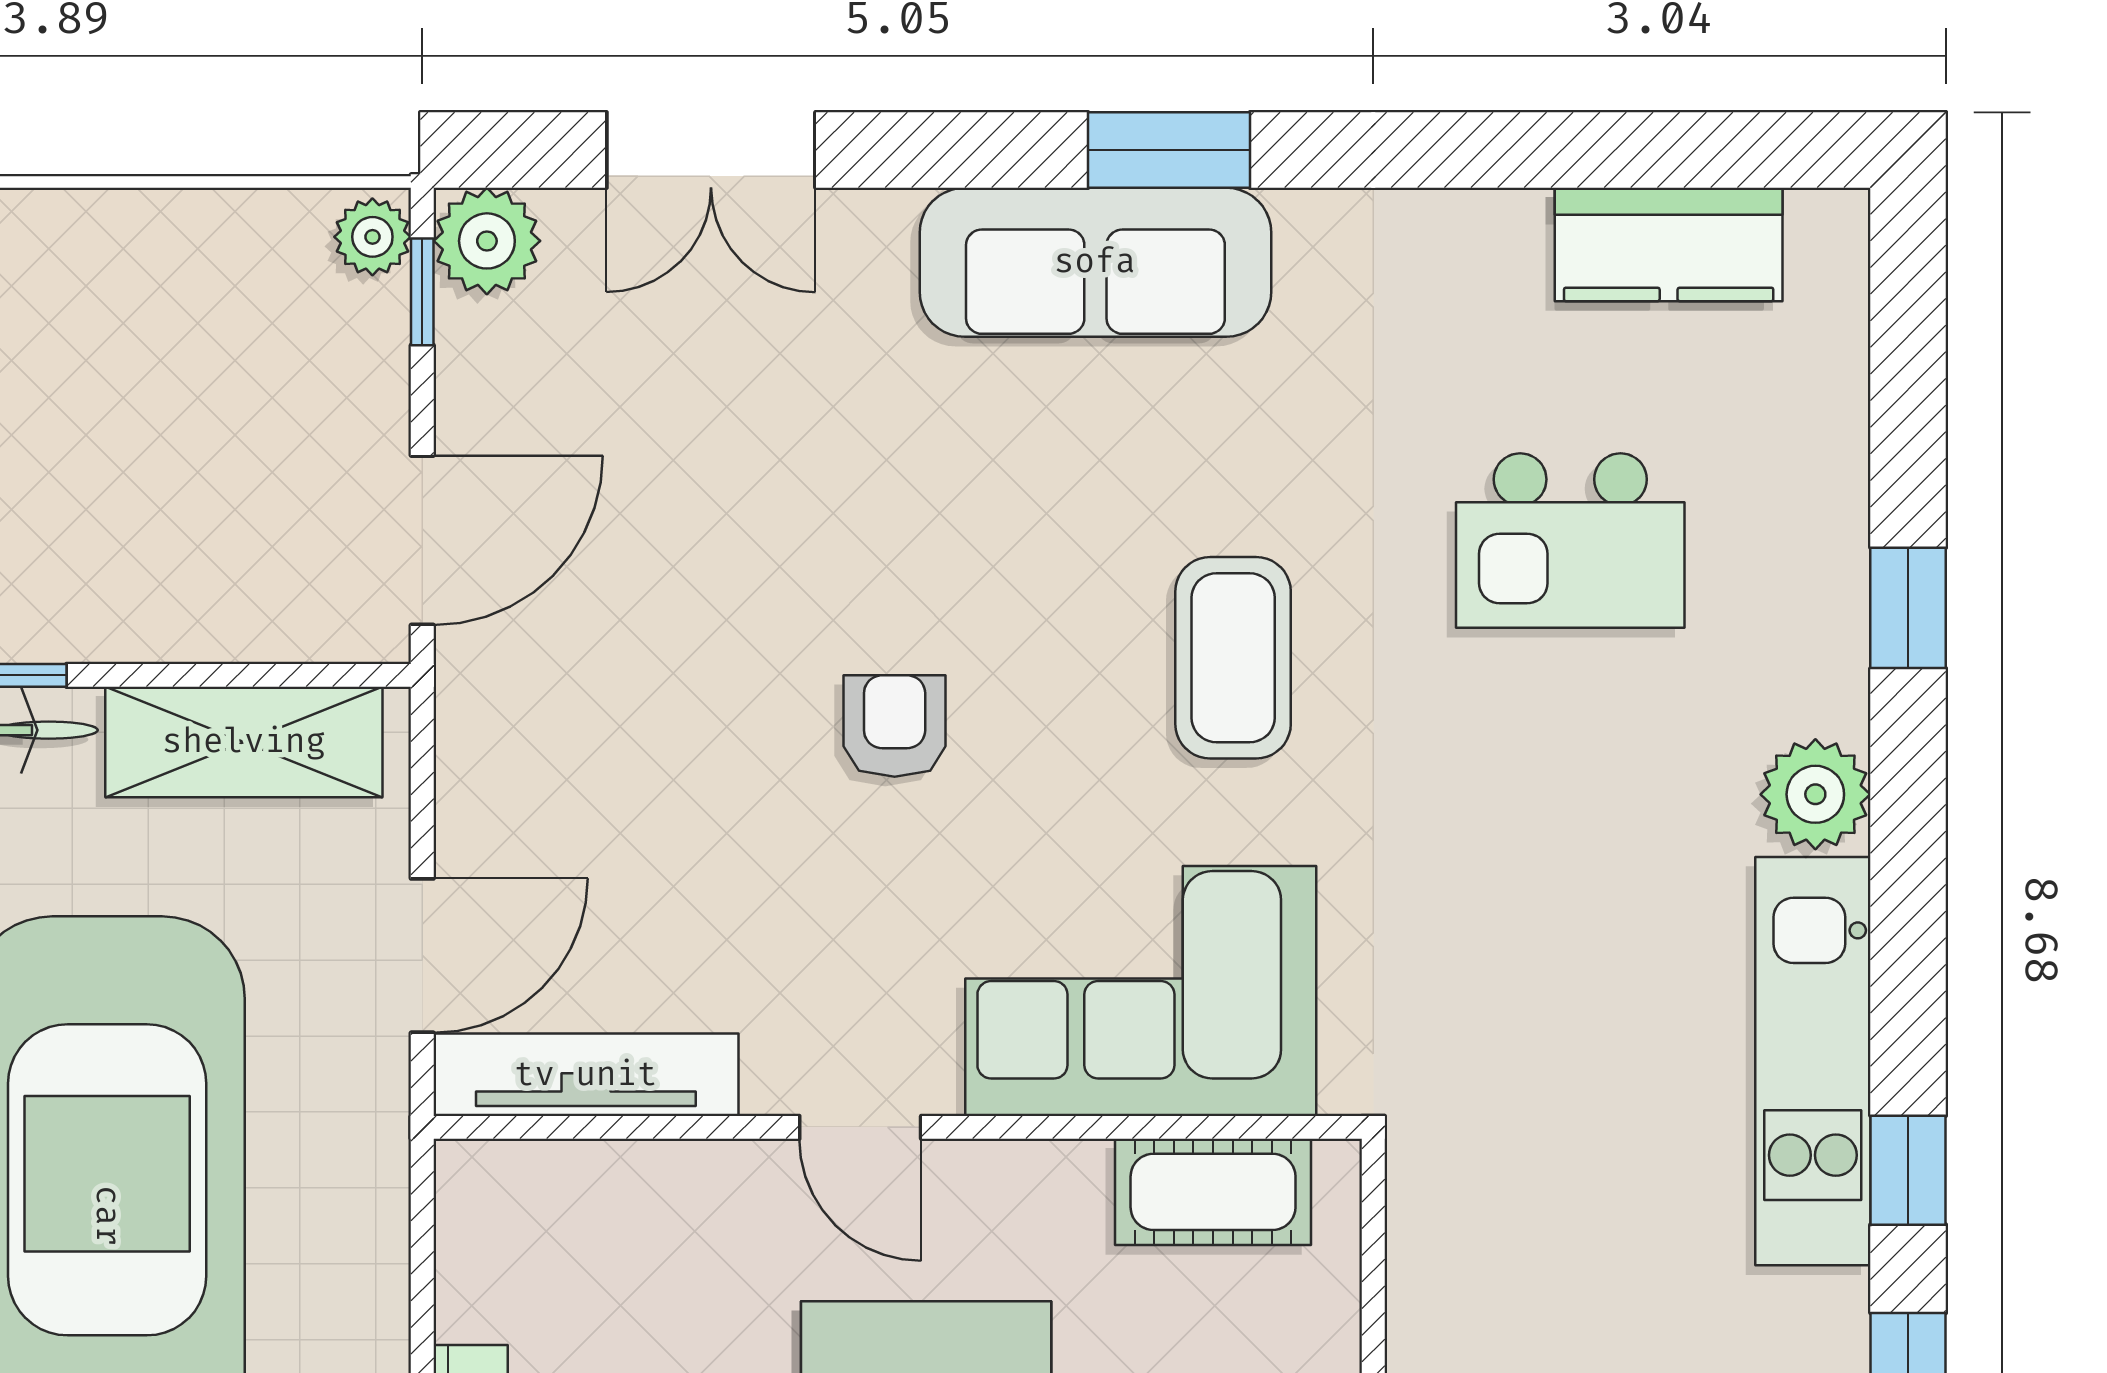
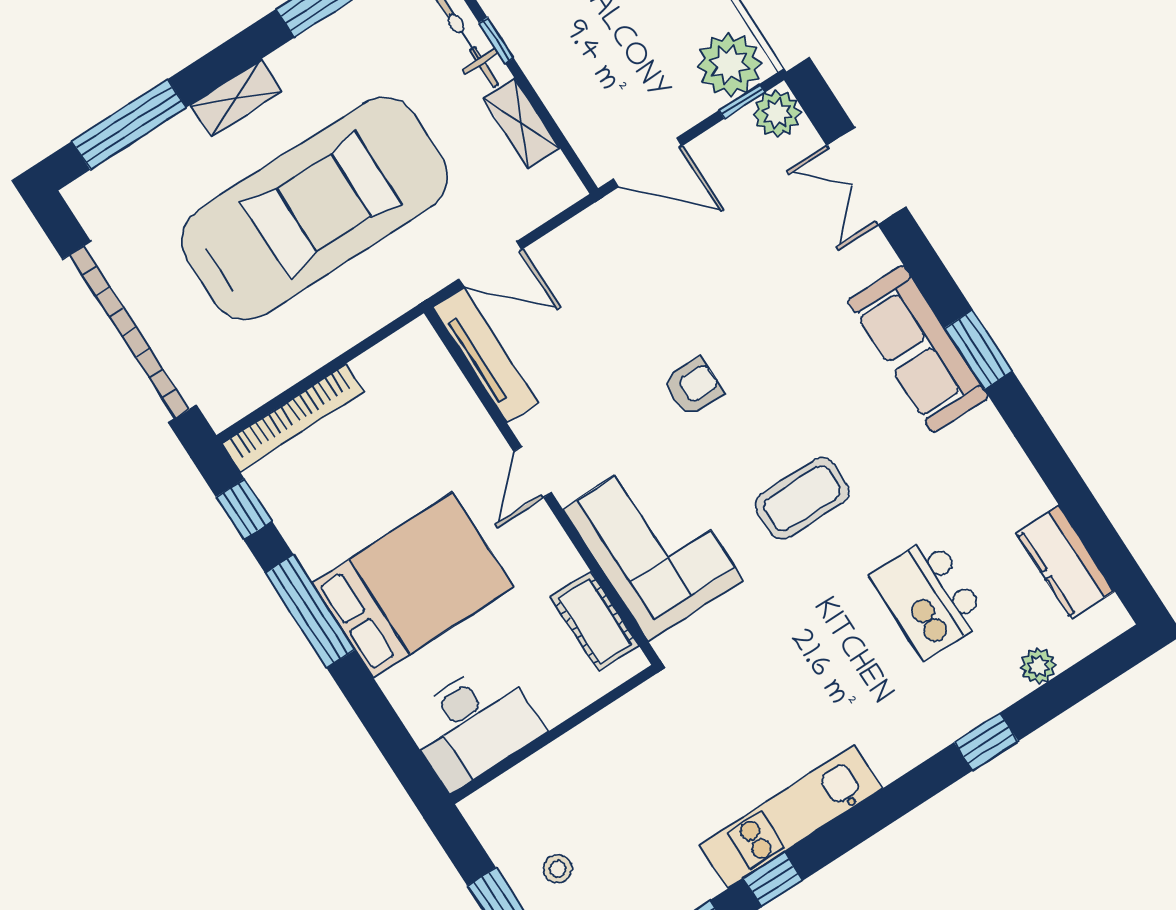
plant: (372, 237) -> (729, 65), width x1.87, depth x1.87
shelving: (244, 742) -> (521, 123), width x0.67, depth x0.75
plant: (1815, 794) -> (1038, 666), moved, width x0.73, depth x0.73

